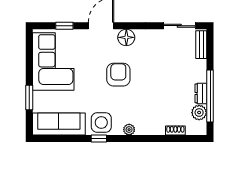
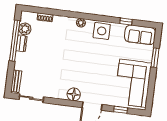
armchair: (118, 75) -> (84, 66), removed
sofa: (59, 124) -> (140, 35), width x0.73
window: (99, 139) -> (126, 21), moved

